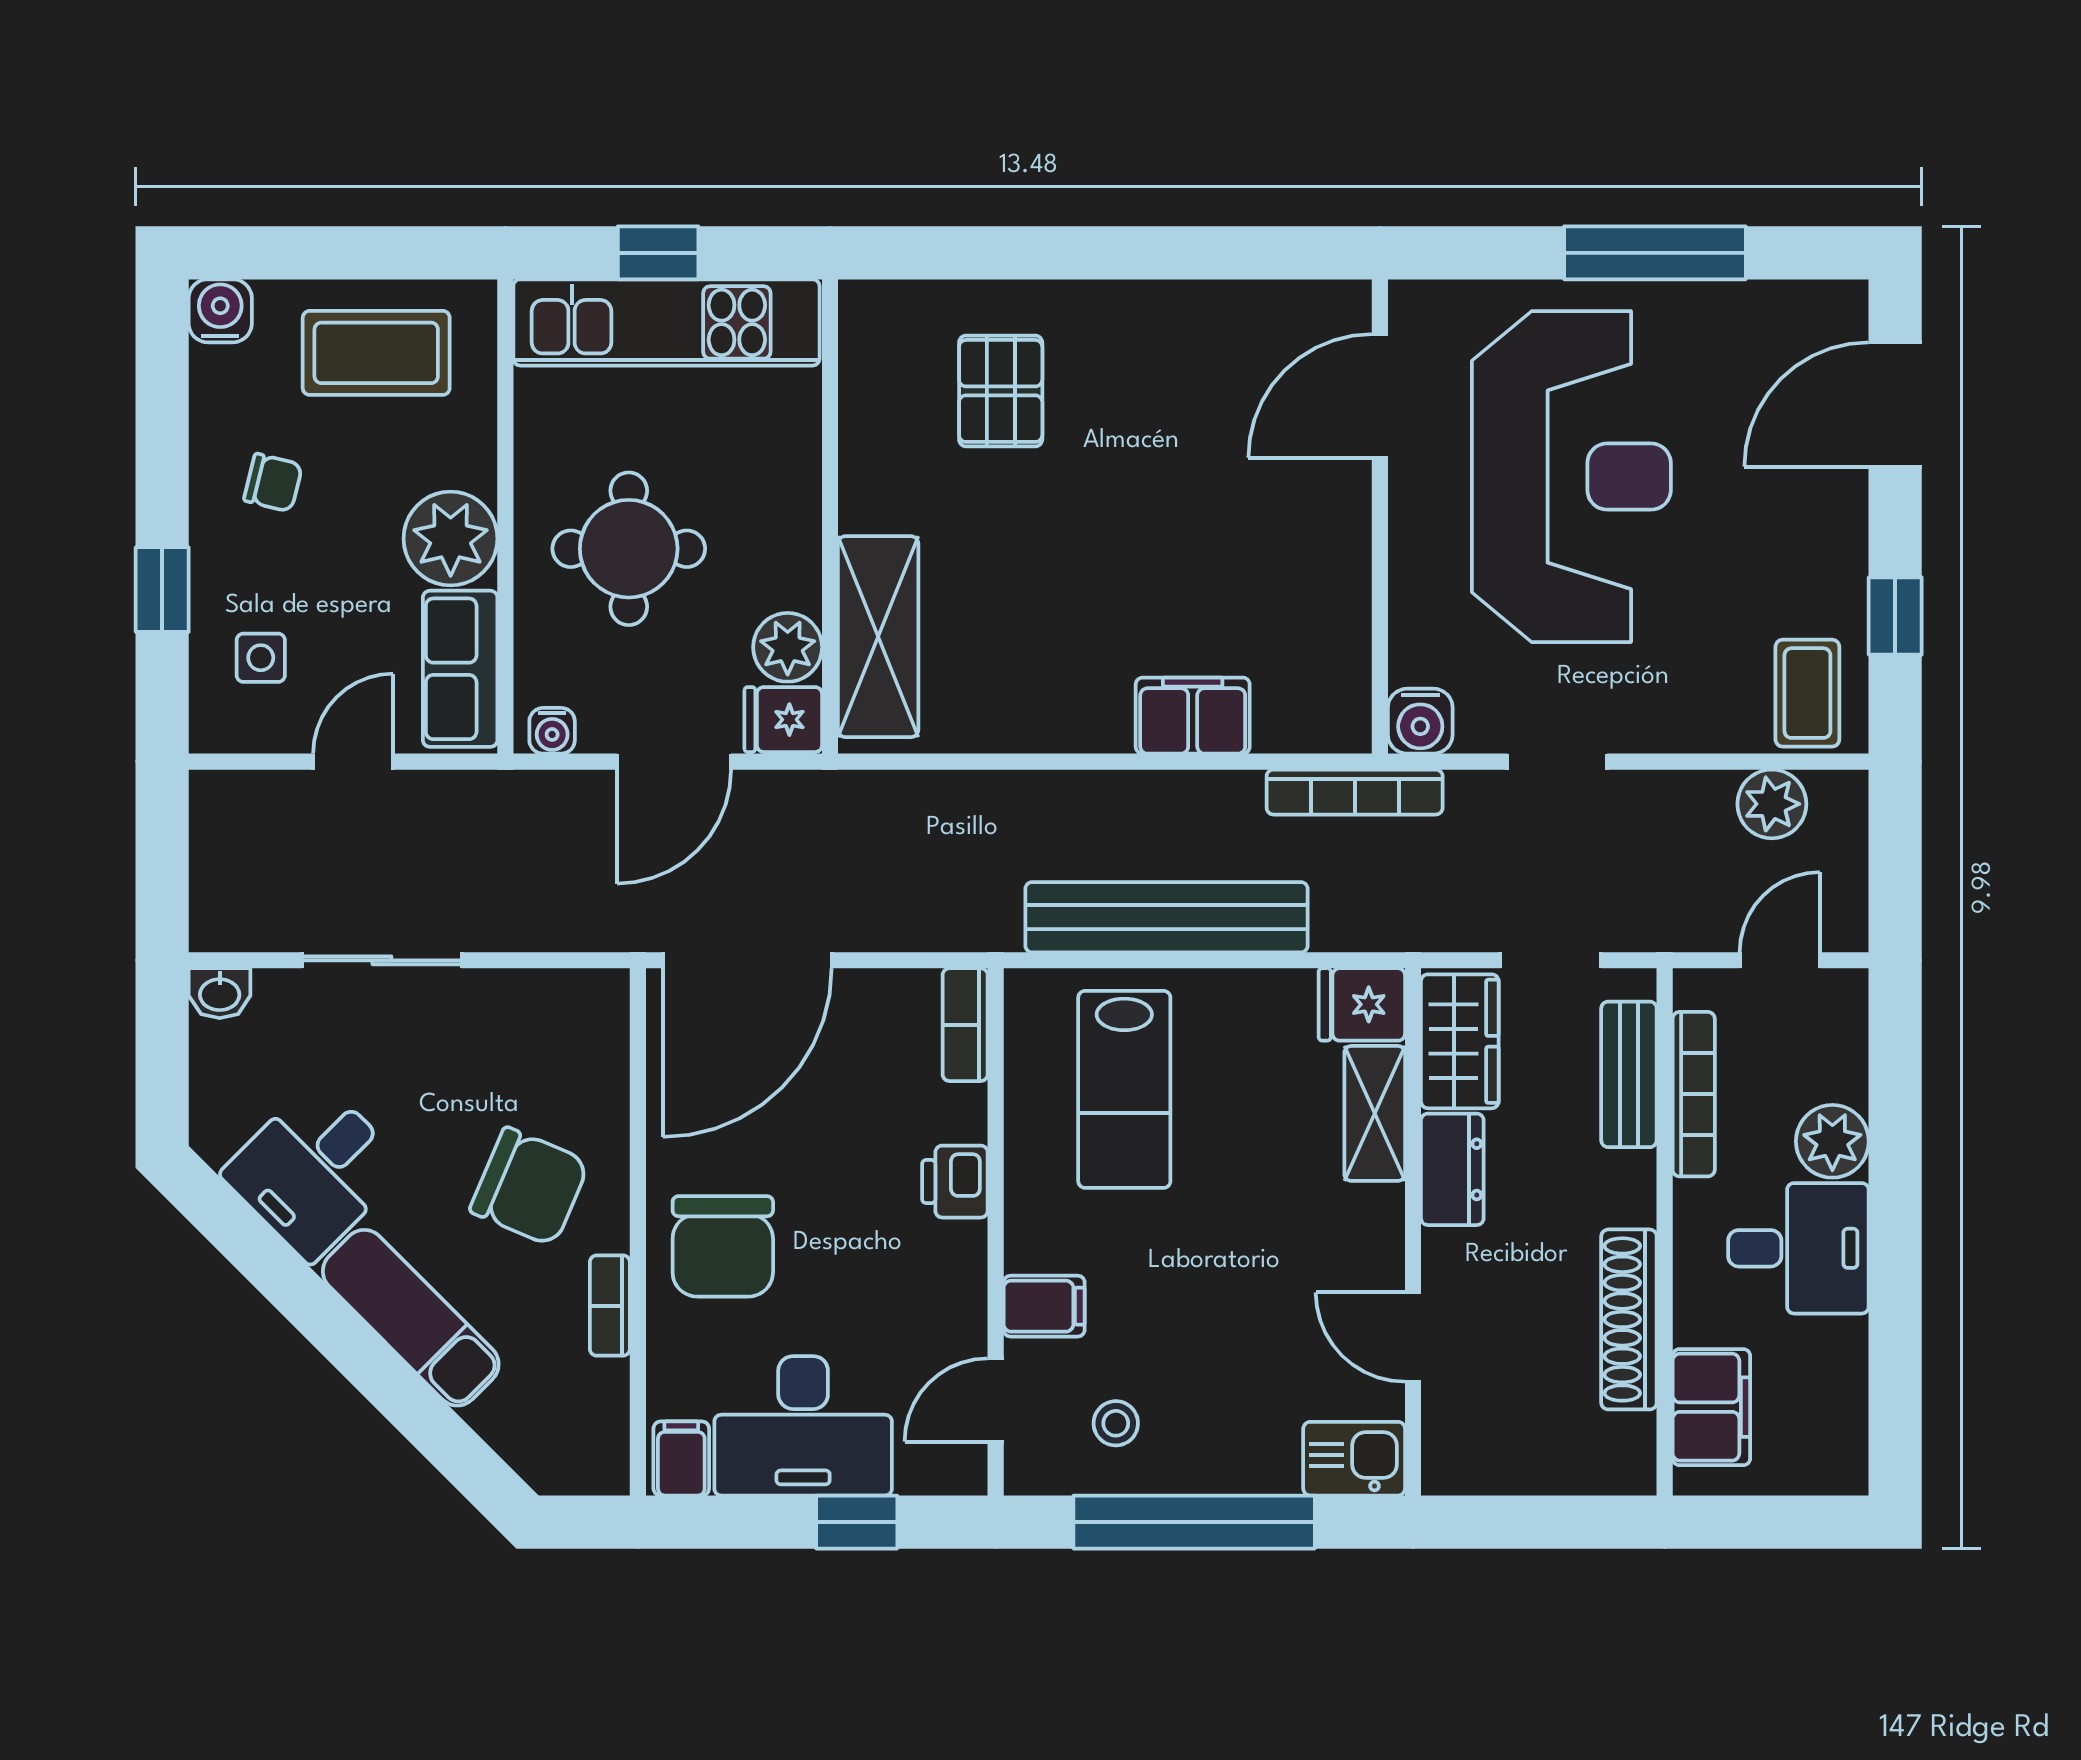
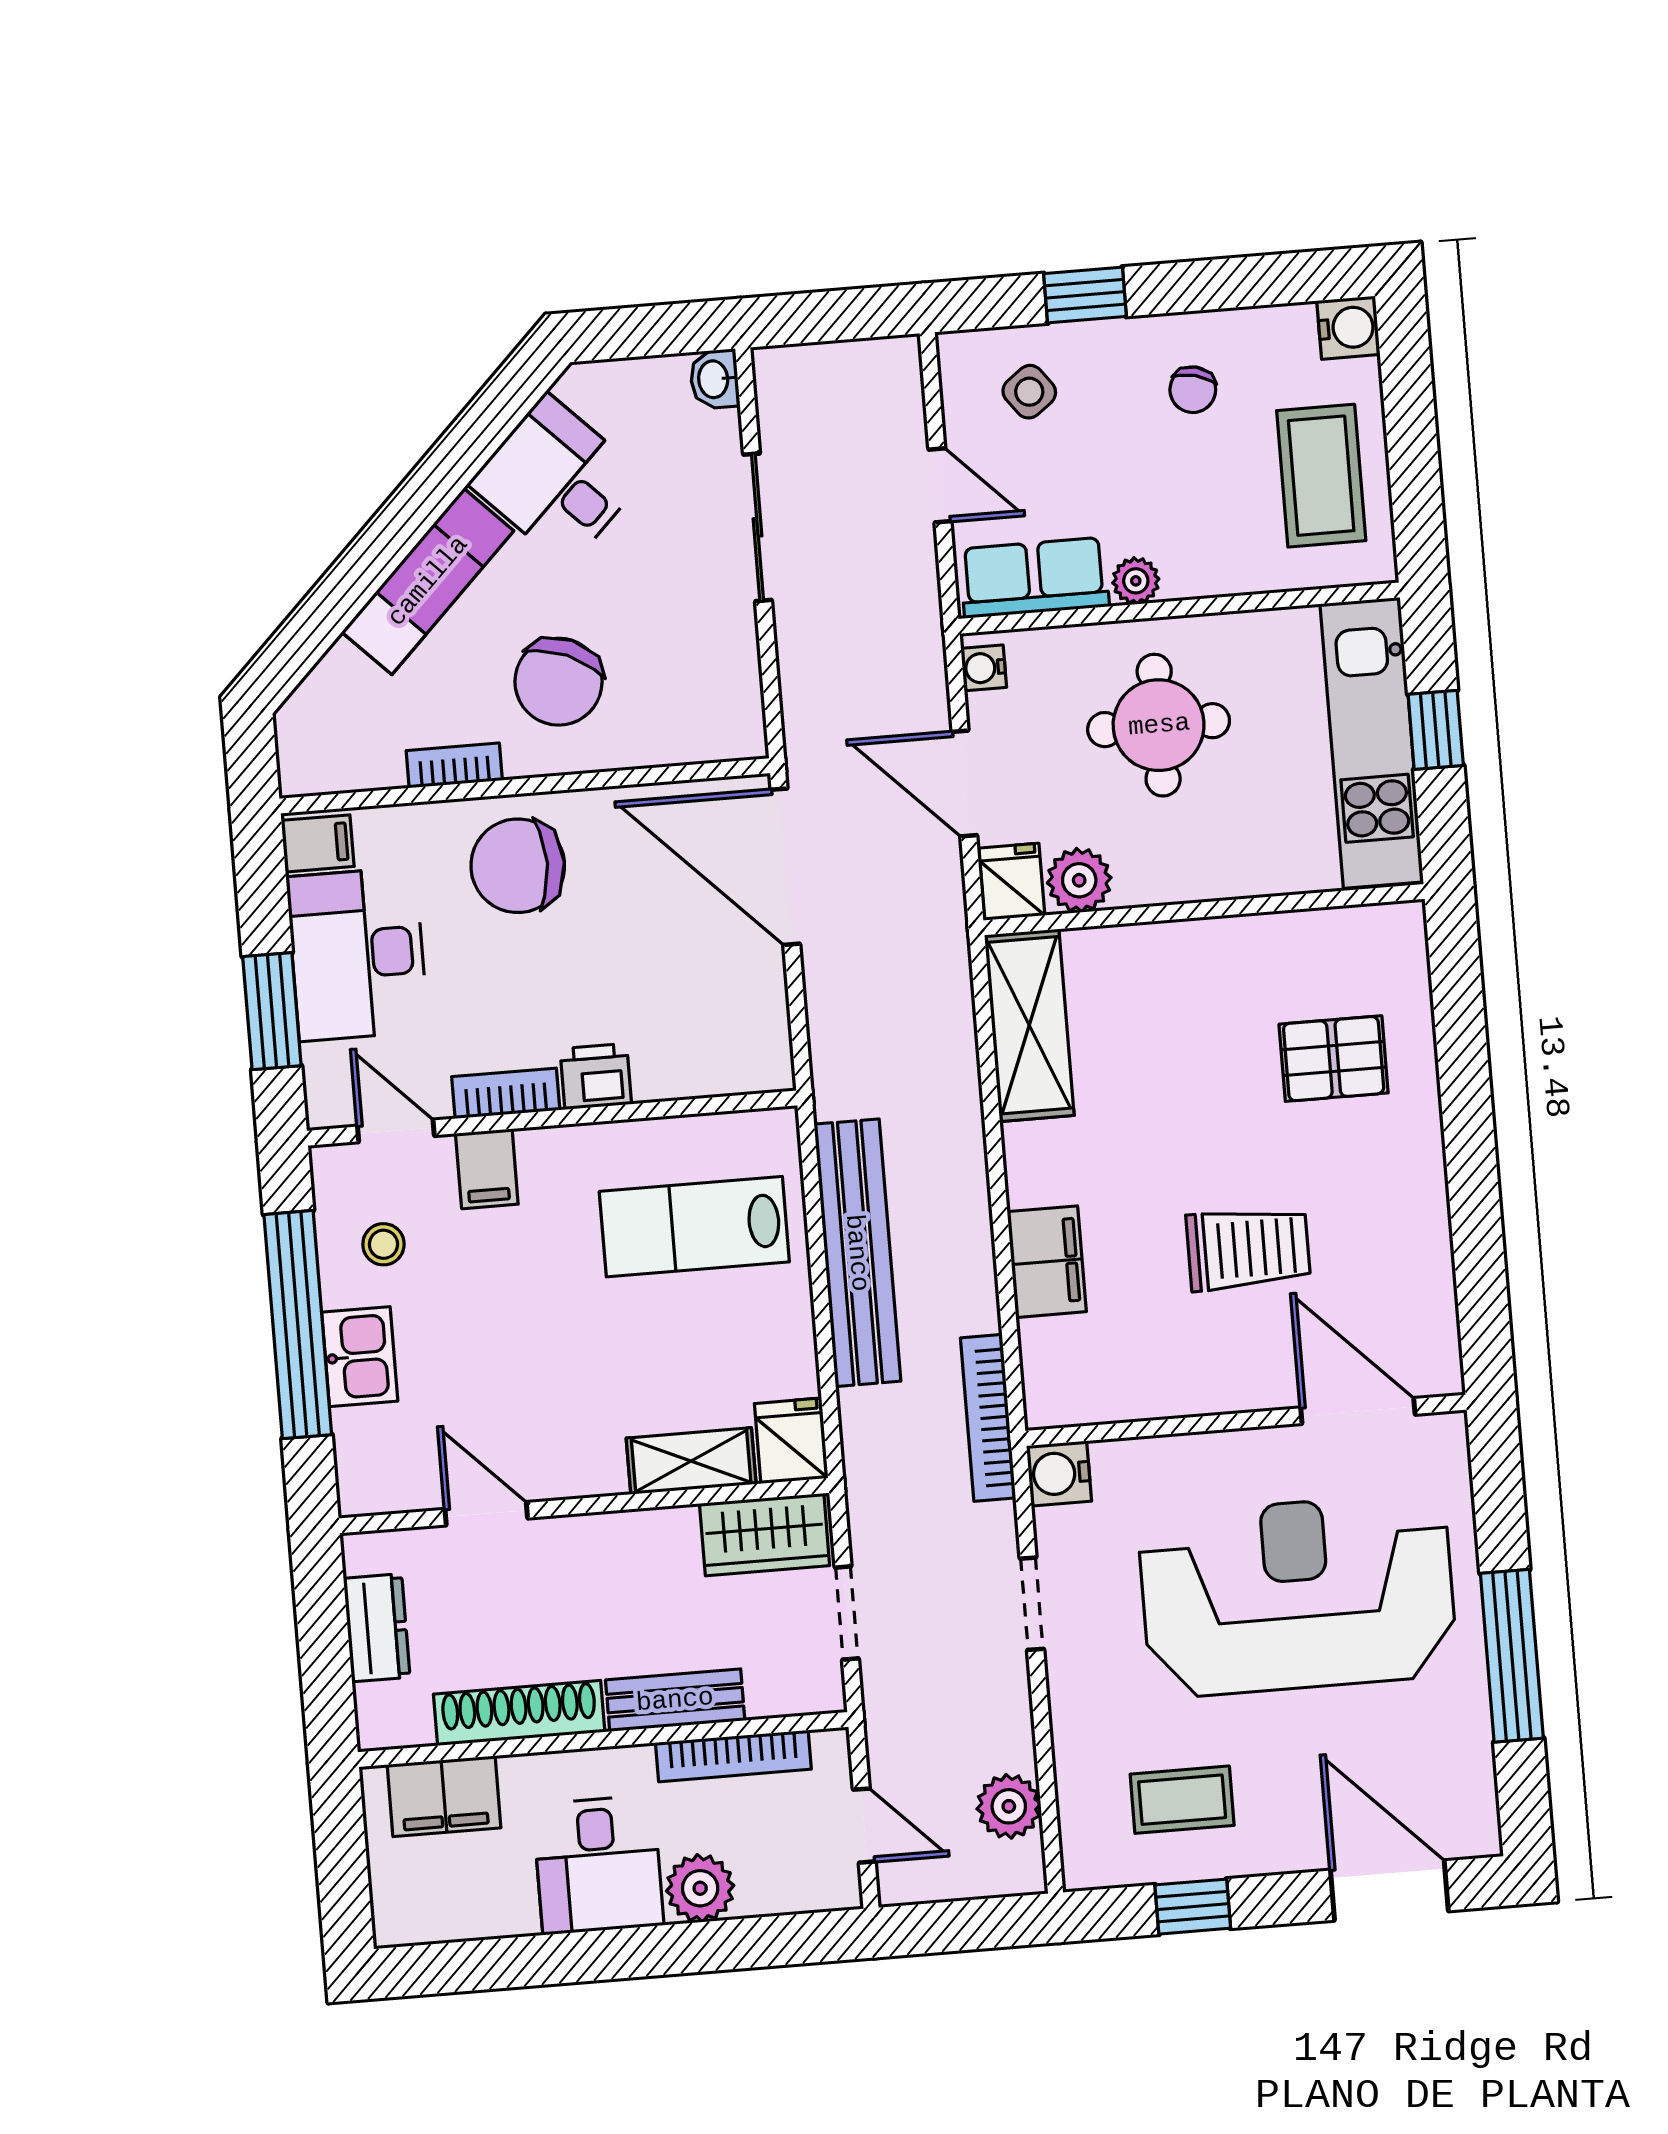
reception desk: (1571, 477) -> (1298, 1595), turned 180
trolley: (1197, 499) -> (1248, 1249), added
plant: (451, 539) -> (1136, 581), width x0.53, depth x0.53
shelving: (878, 637) -> (1029, 1025), moved, turned 90
side table: (261, 658) -> (1029, 392), turned -37
coffee table: (1807, 693) -> (1182, 1800), moved
bookcase: (965, 1025) -> (506, 1093), moved
bench: (1629, 1074) -> (675, 1700), moved
dresser: (1452, 1169) -> (377, 1628), moved, turned -90
door: (1413, 1337) -> (486, 1514), hinge flipped
kitchen sink: (1354, 1459) -> (360, 1357), moved
window: (857, 1522) -> (272, 1011), width x1.50

